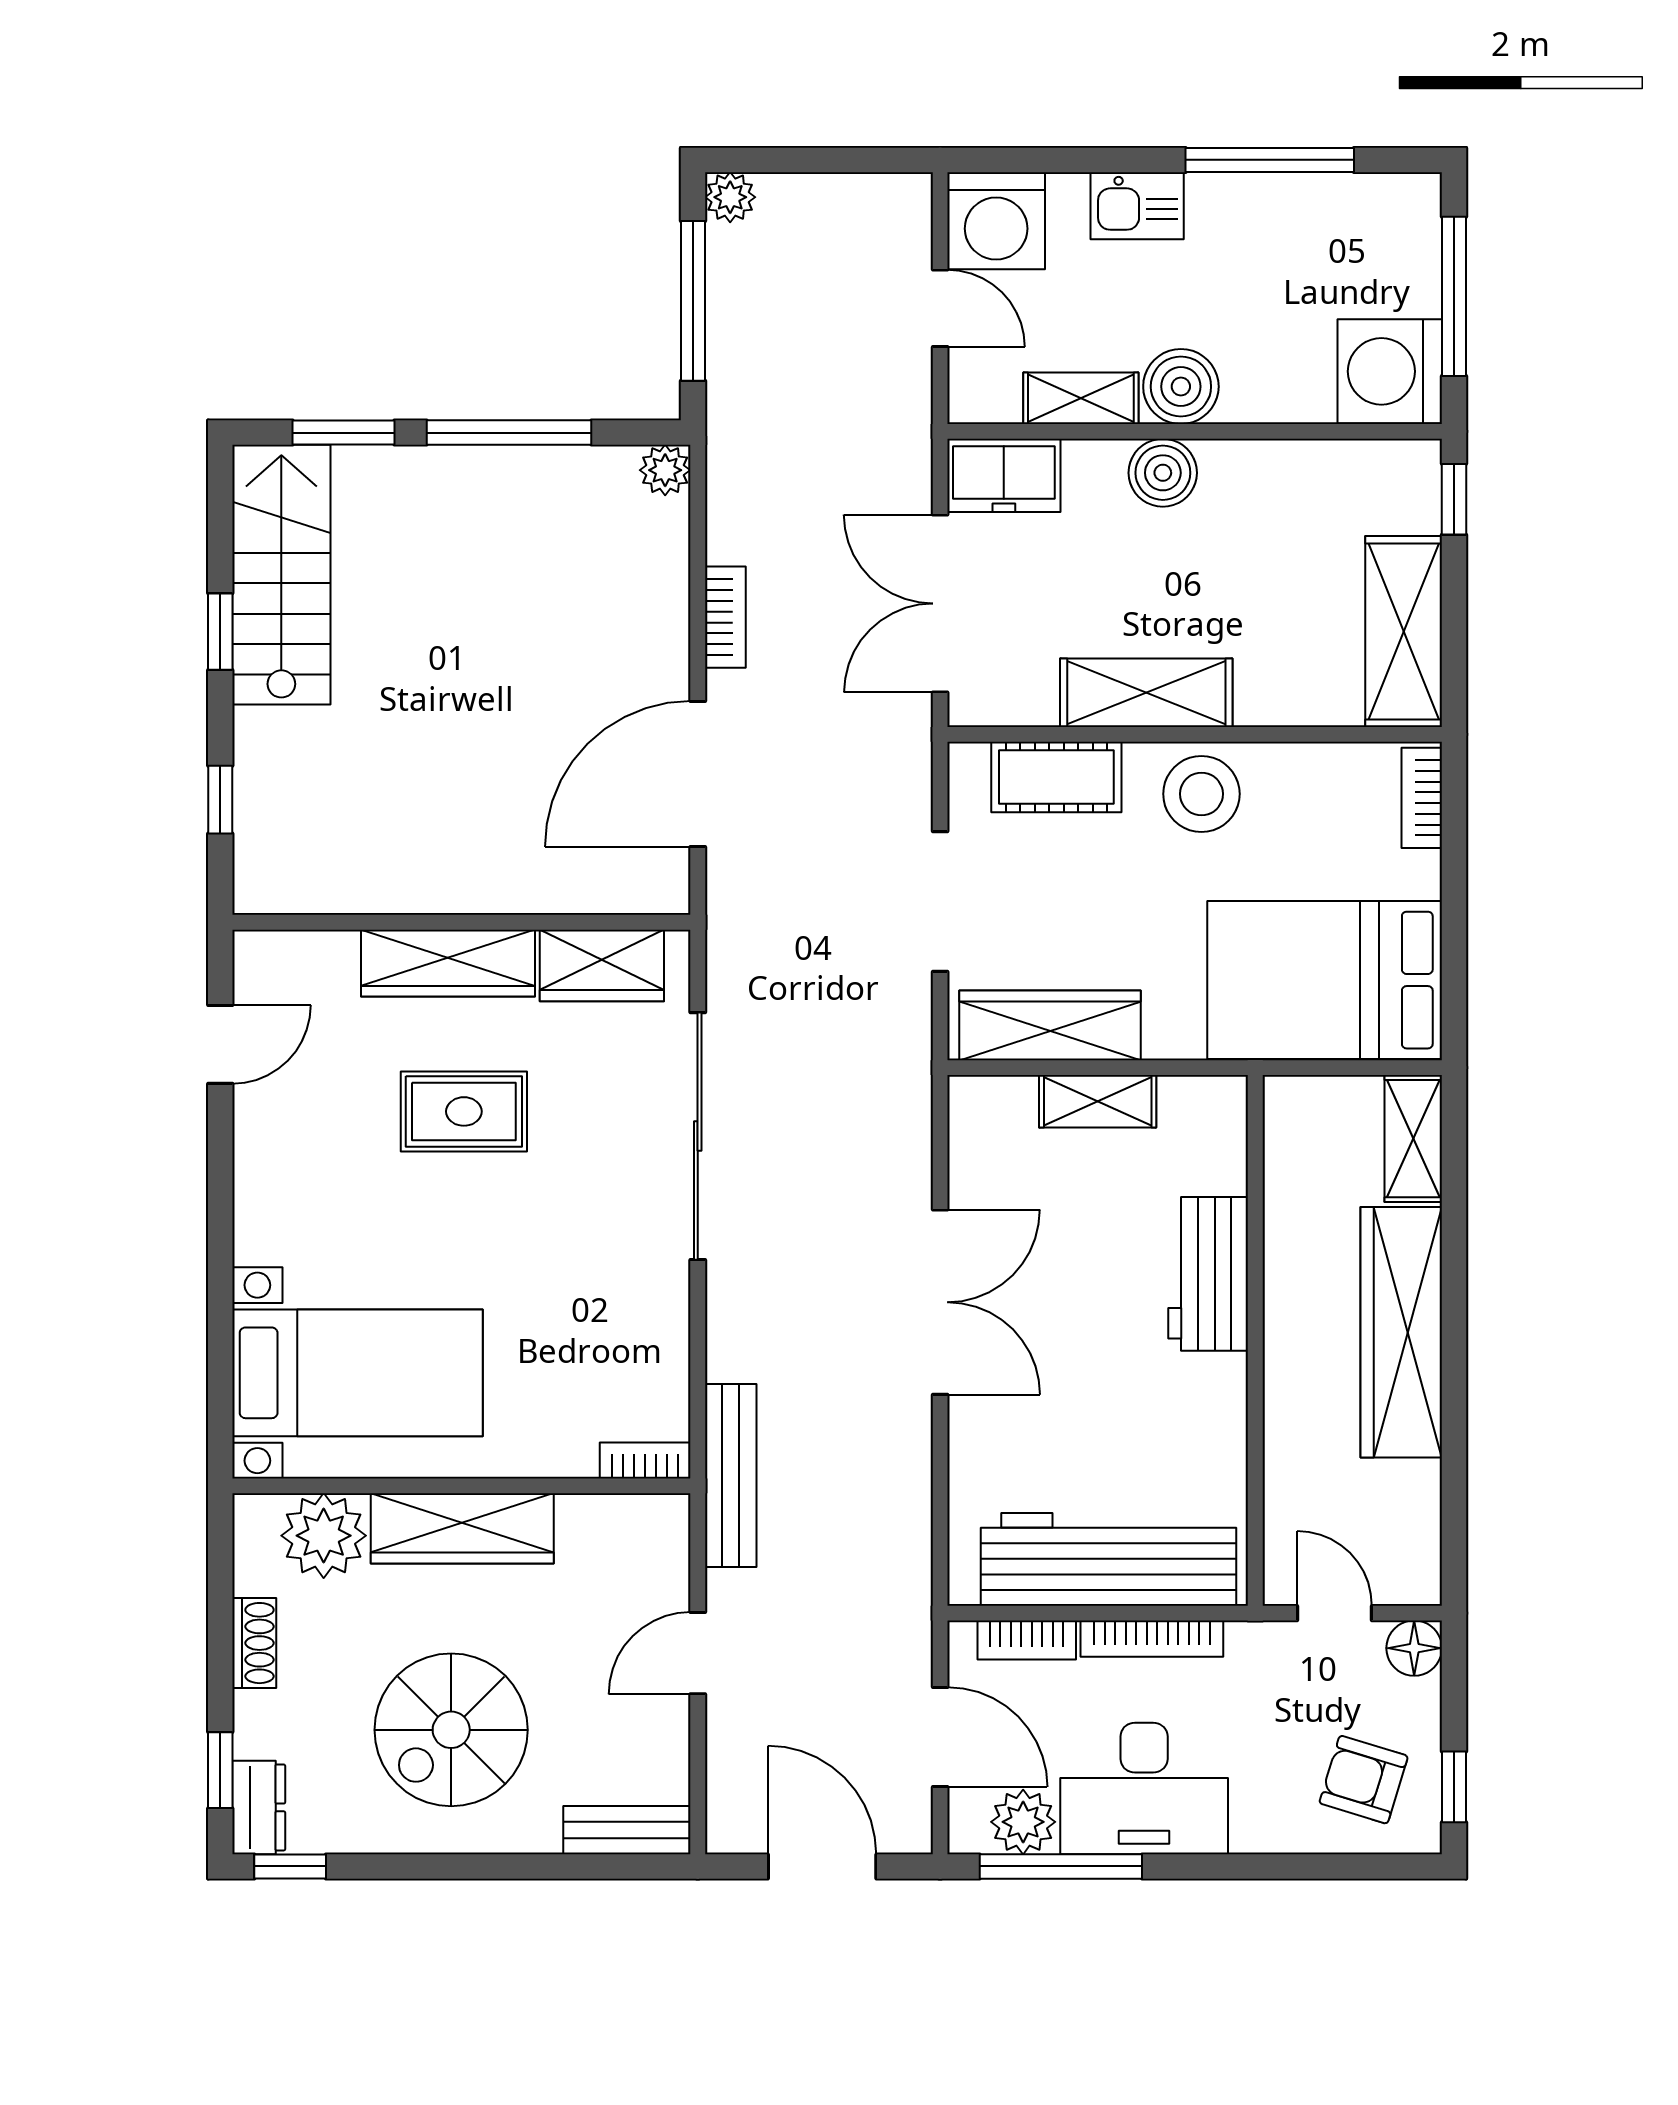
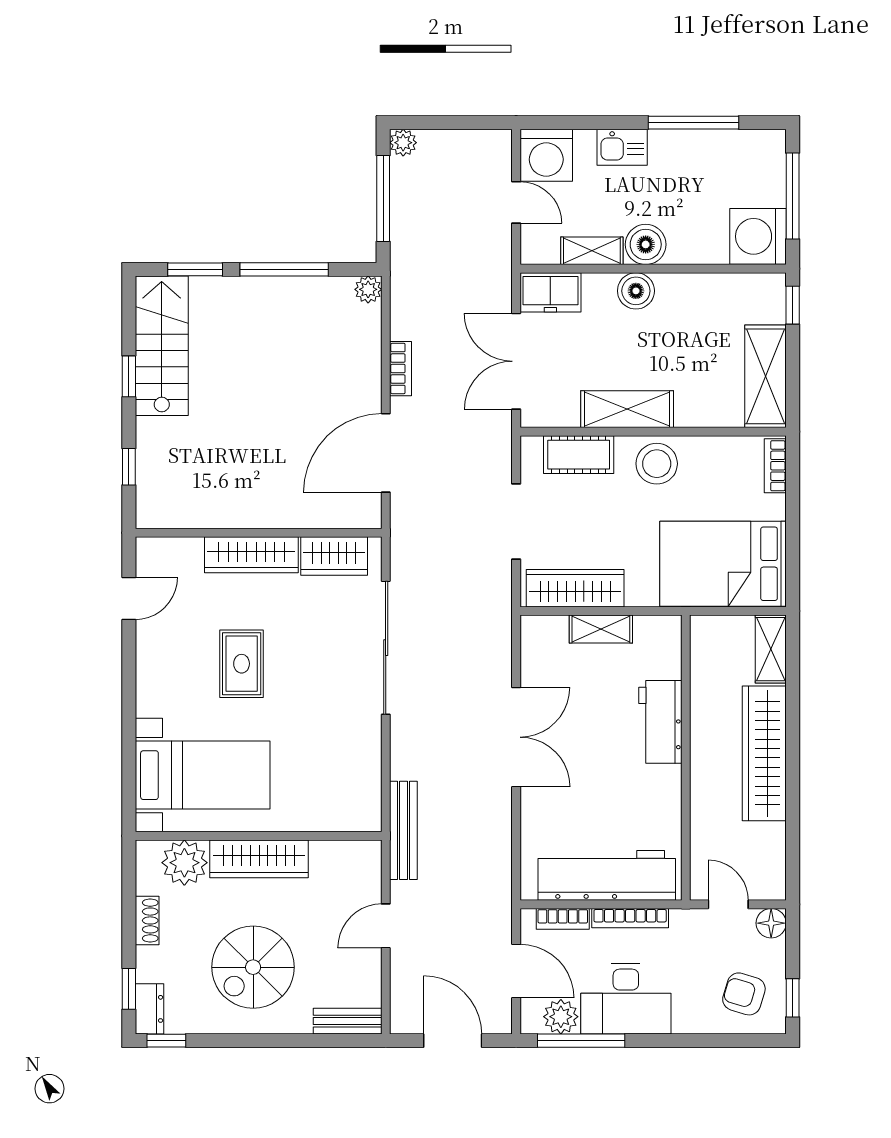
rug: (464, 1111) -> (242, 664), moved, turned 90
bookcase: (645, 1460) -> (357, 822), removed

